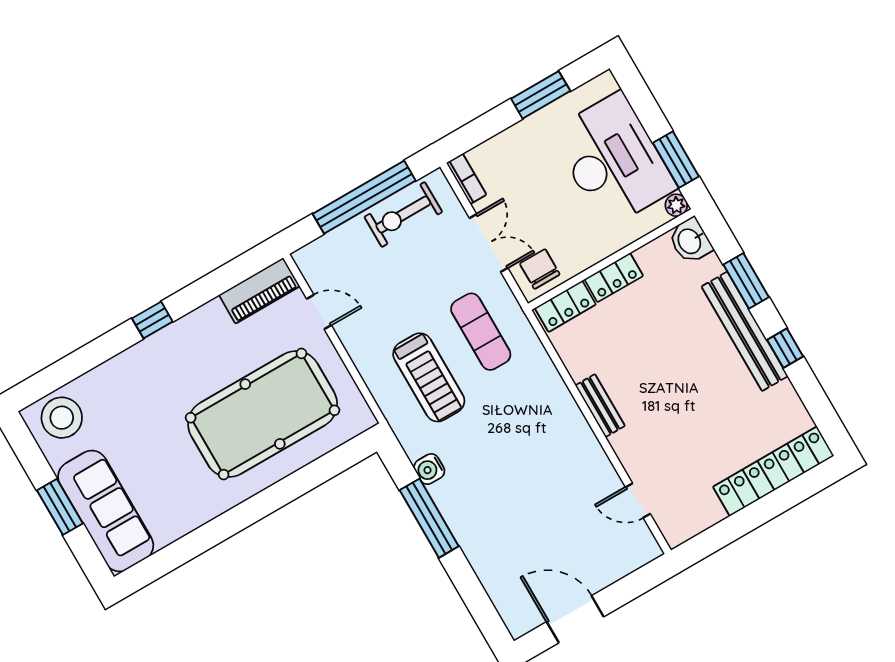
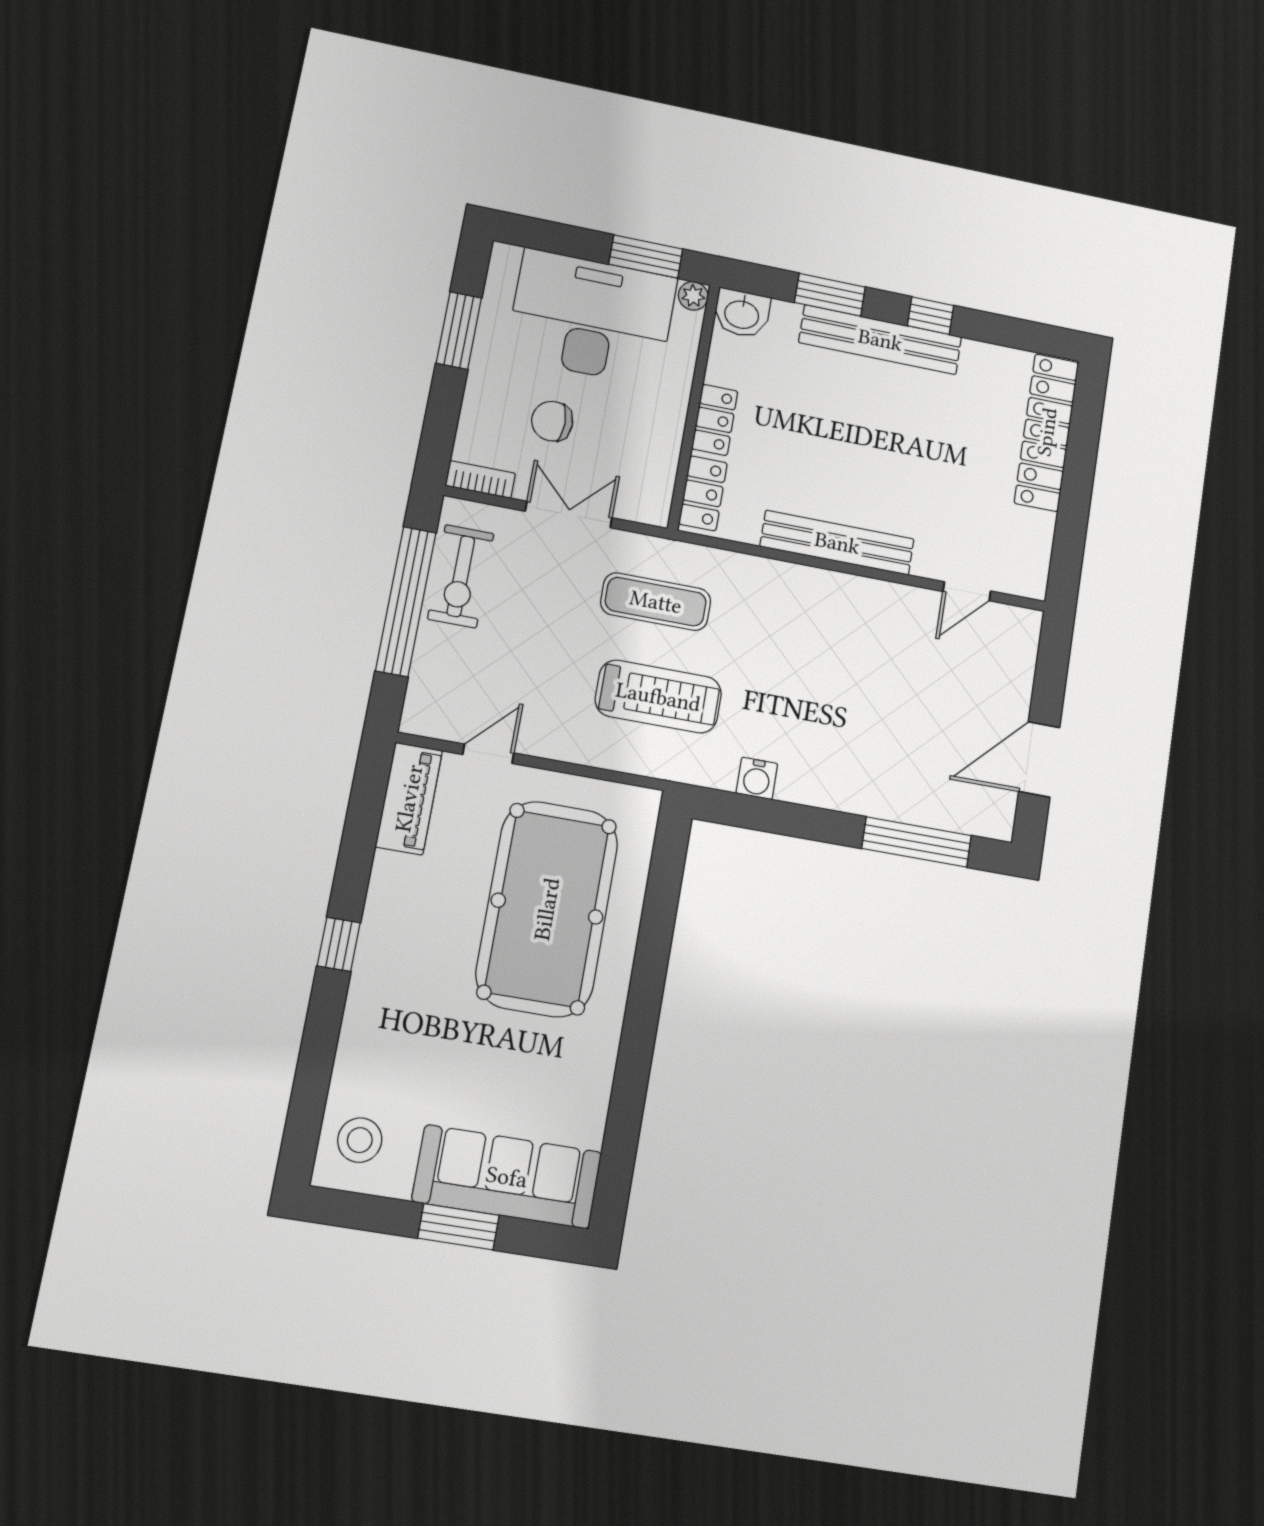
chair: (540, 269) -> (552, 421), moved
bench: (600, 406) -> (837, 543), width x1.86, depth x1.21
stool: (62, 418) -> (360, 1140), width x0.73, depth x0.73
window: (429, 518) -> (917, 842), moved

